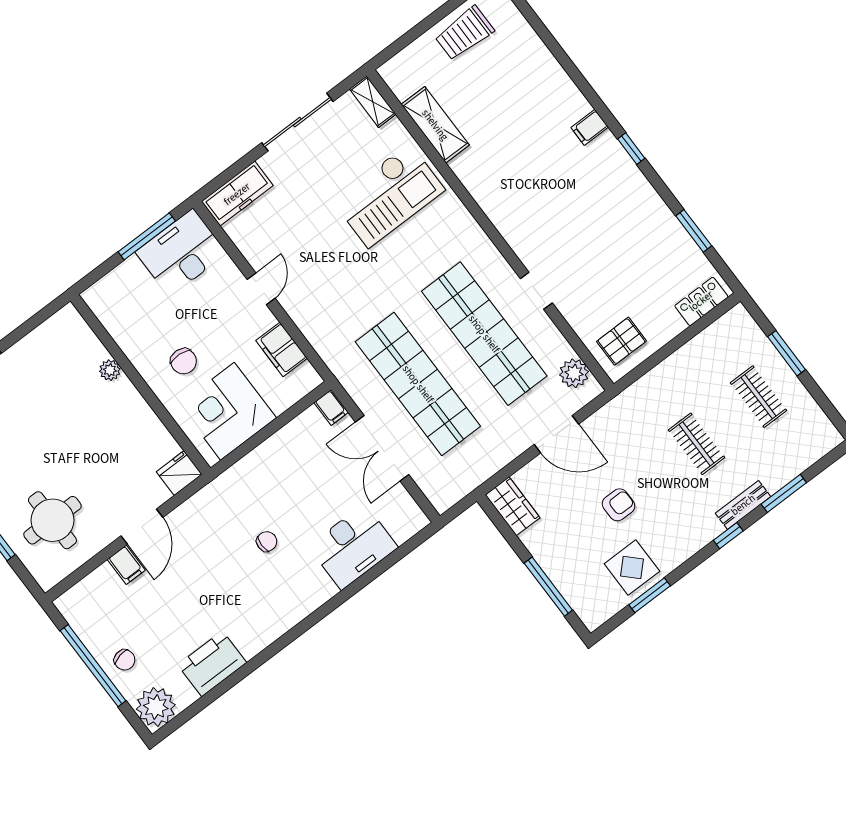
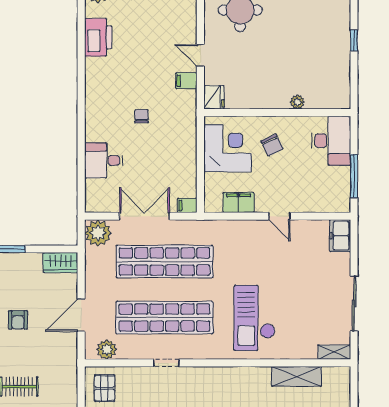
freezer: (237, 194) -> (340, 236), width x0.71
checkout: (389, 195) -> (254, 318), moved
desk: (181, 253) -> (331, 141), moved
chair: (184, 361) -> (272, 145), turned -120
plant: (444, 488) -> (98, 233), added
door: (142, 527) -> (200, 55), width x0.73
chair: (267, 542) -> (142, 116), turned 180
desk: (353, 547) -> (104, 160), width x0.73
filing cabinet: (126, 565) -> (186, 81), moved

